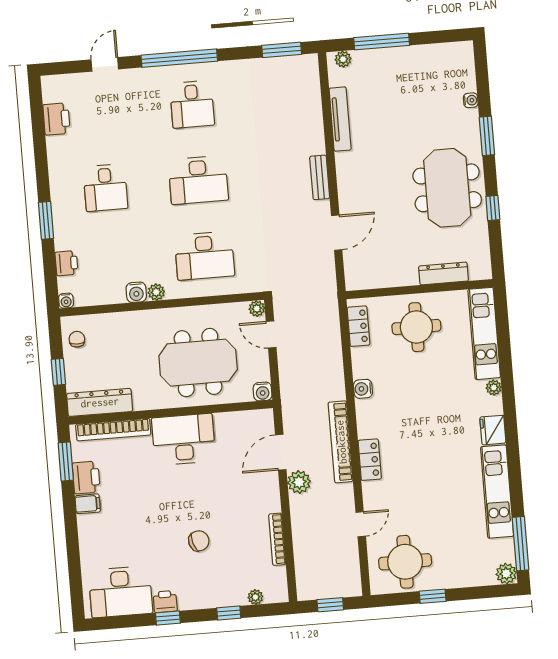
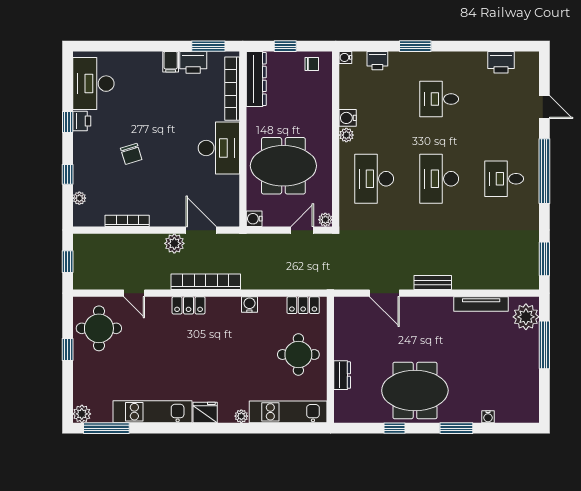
plant: (343, 59) -> (526, 317), width x1.88, depth x1.88
dresser: (444, 274) -> (342, 375), width x0.70
meeting table: (198, 363) -> (283, 166), turned 90

